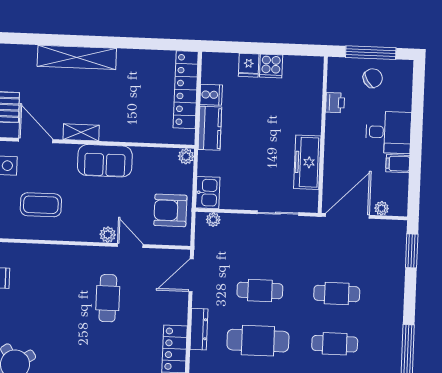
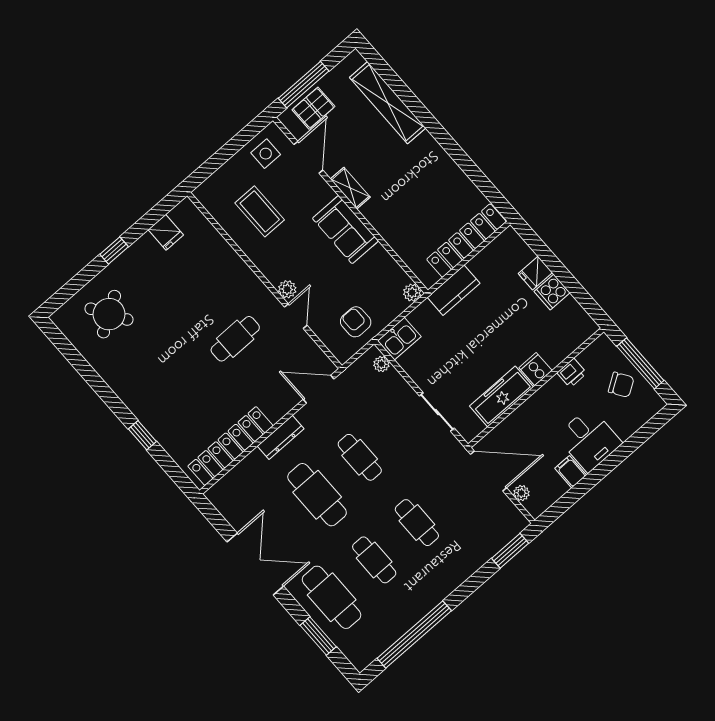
shelving: (77, 57) -> (388, 103), moved
cooker: (211, 95) -> (536, 369), moved, turned 180
armchair: (170, 210) -> (356, 322), width x0.72, depth x0.72

